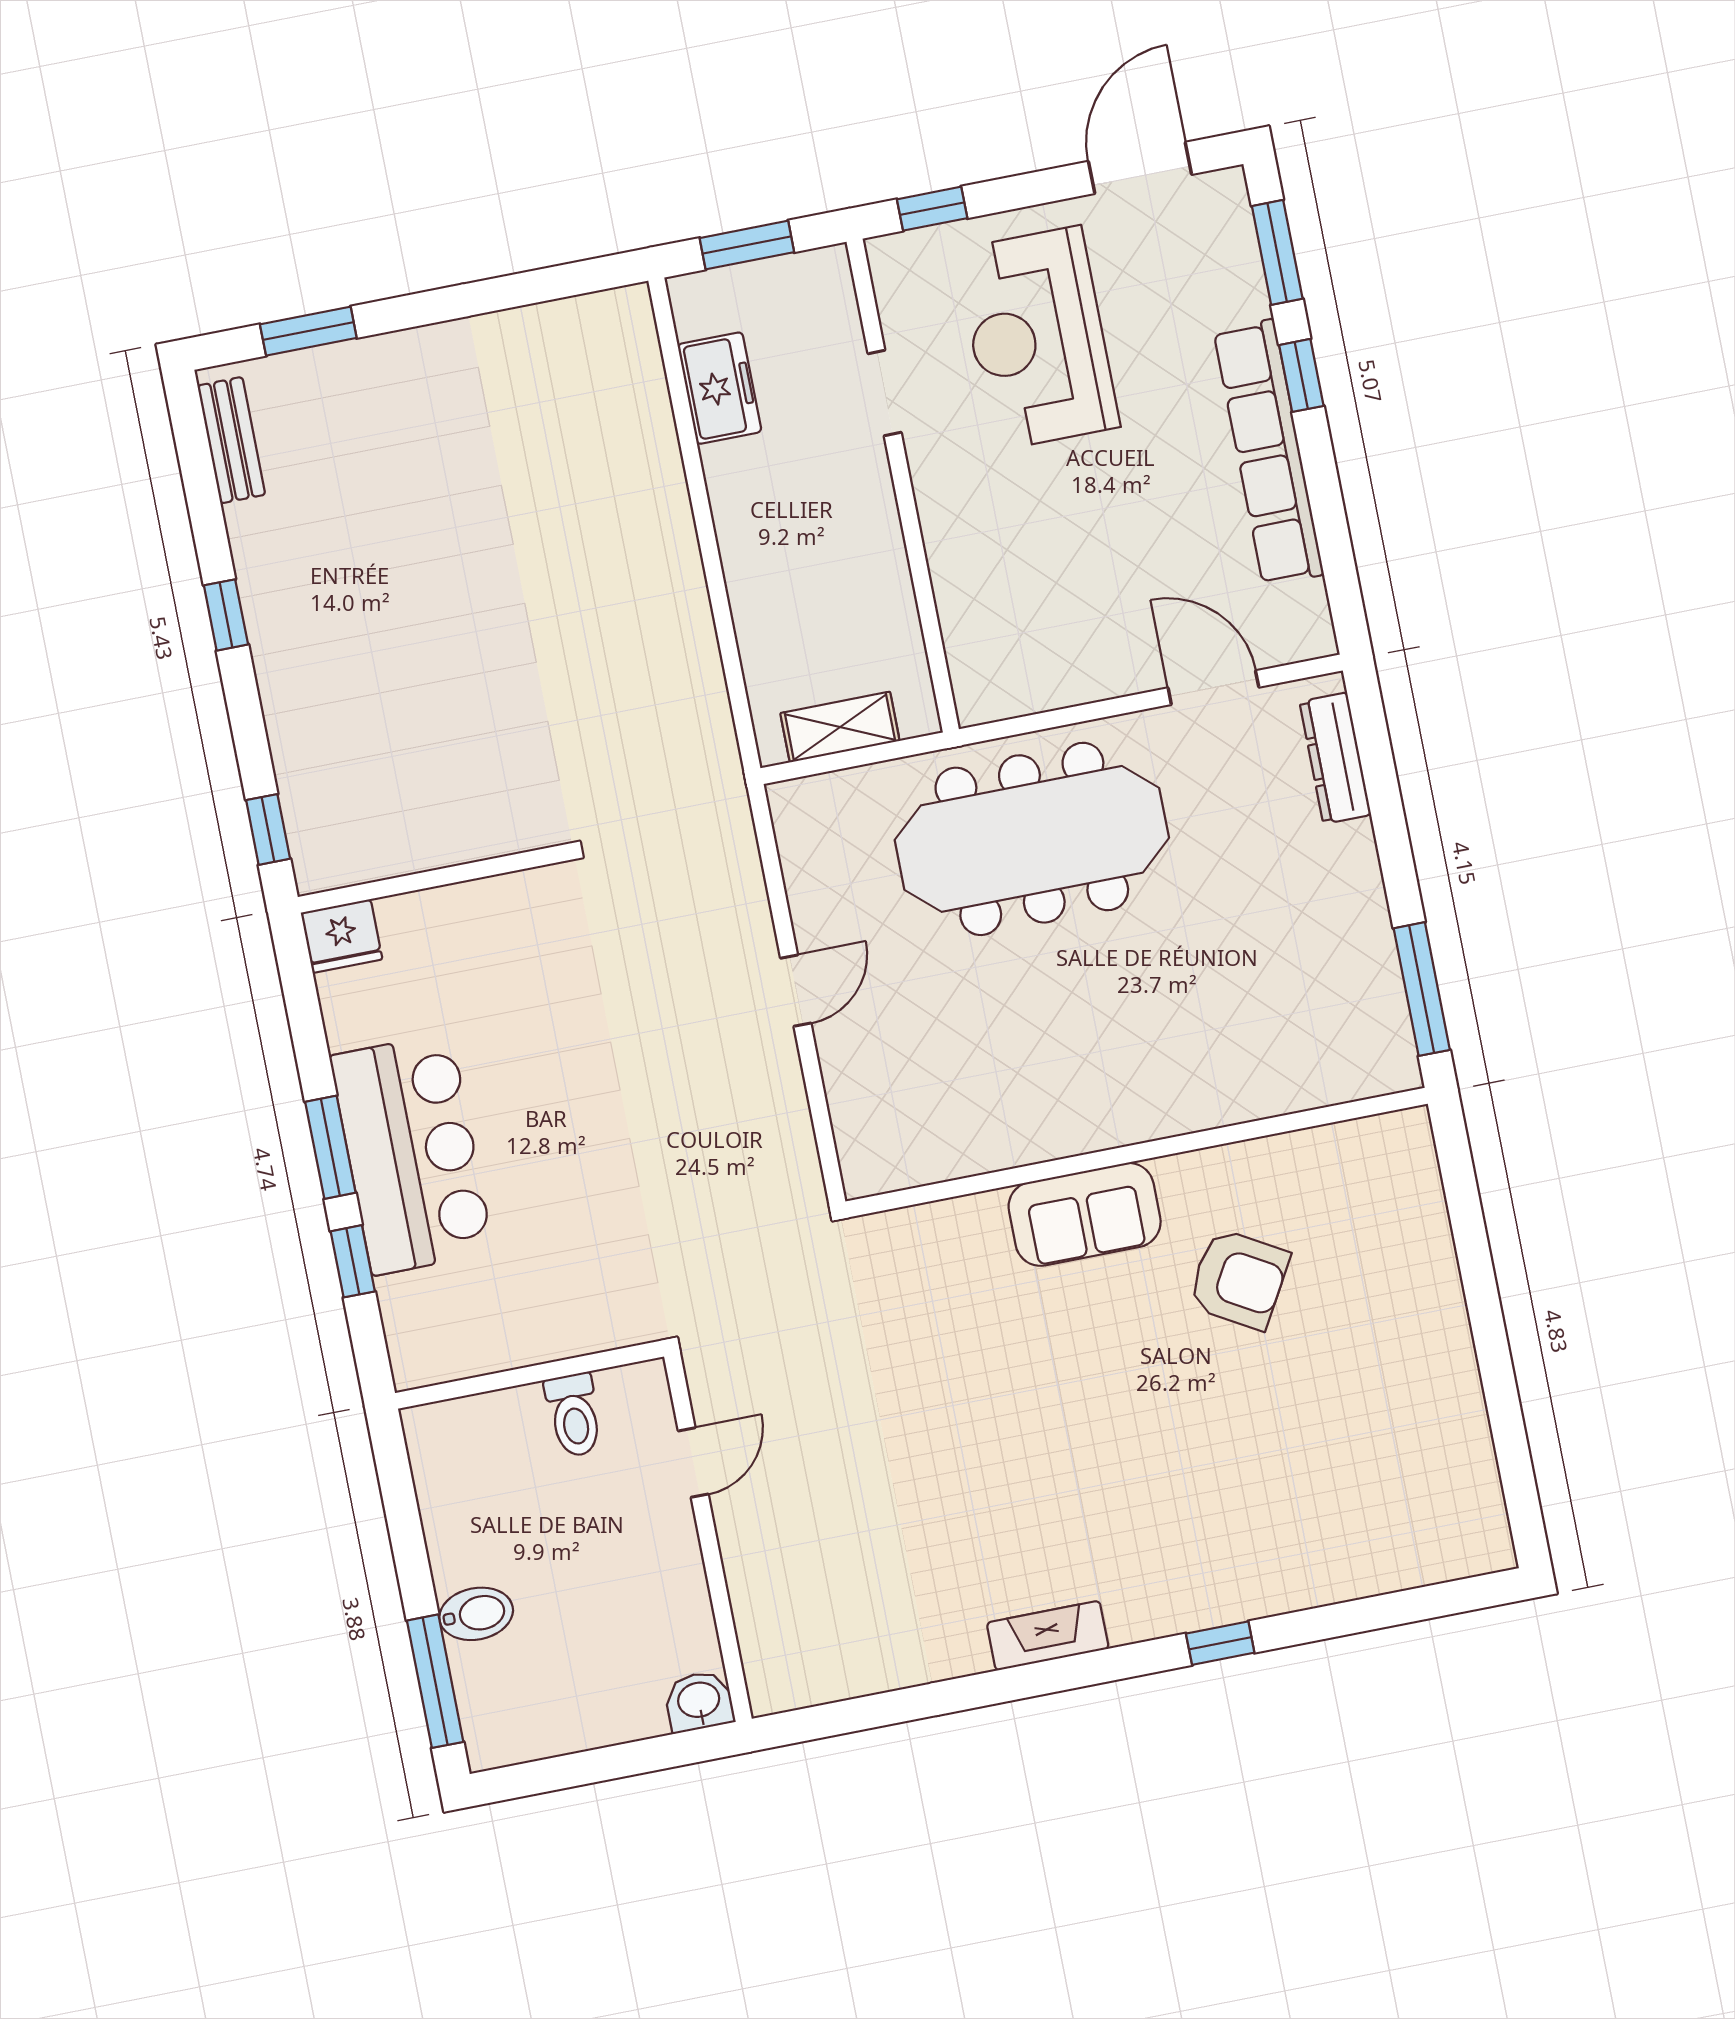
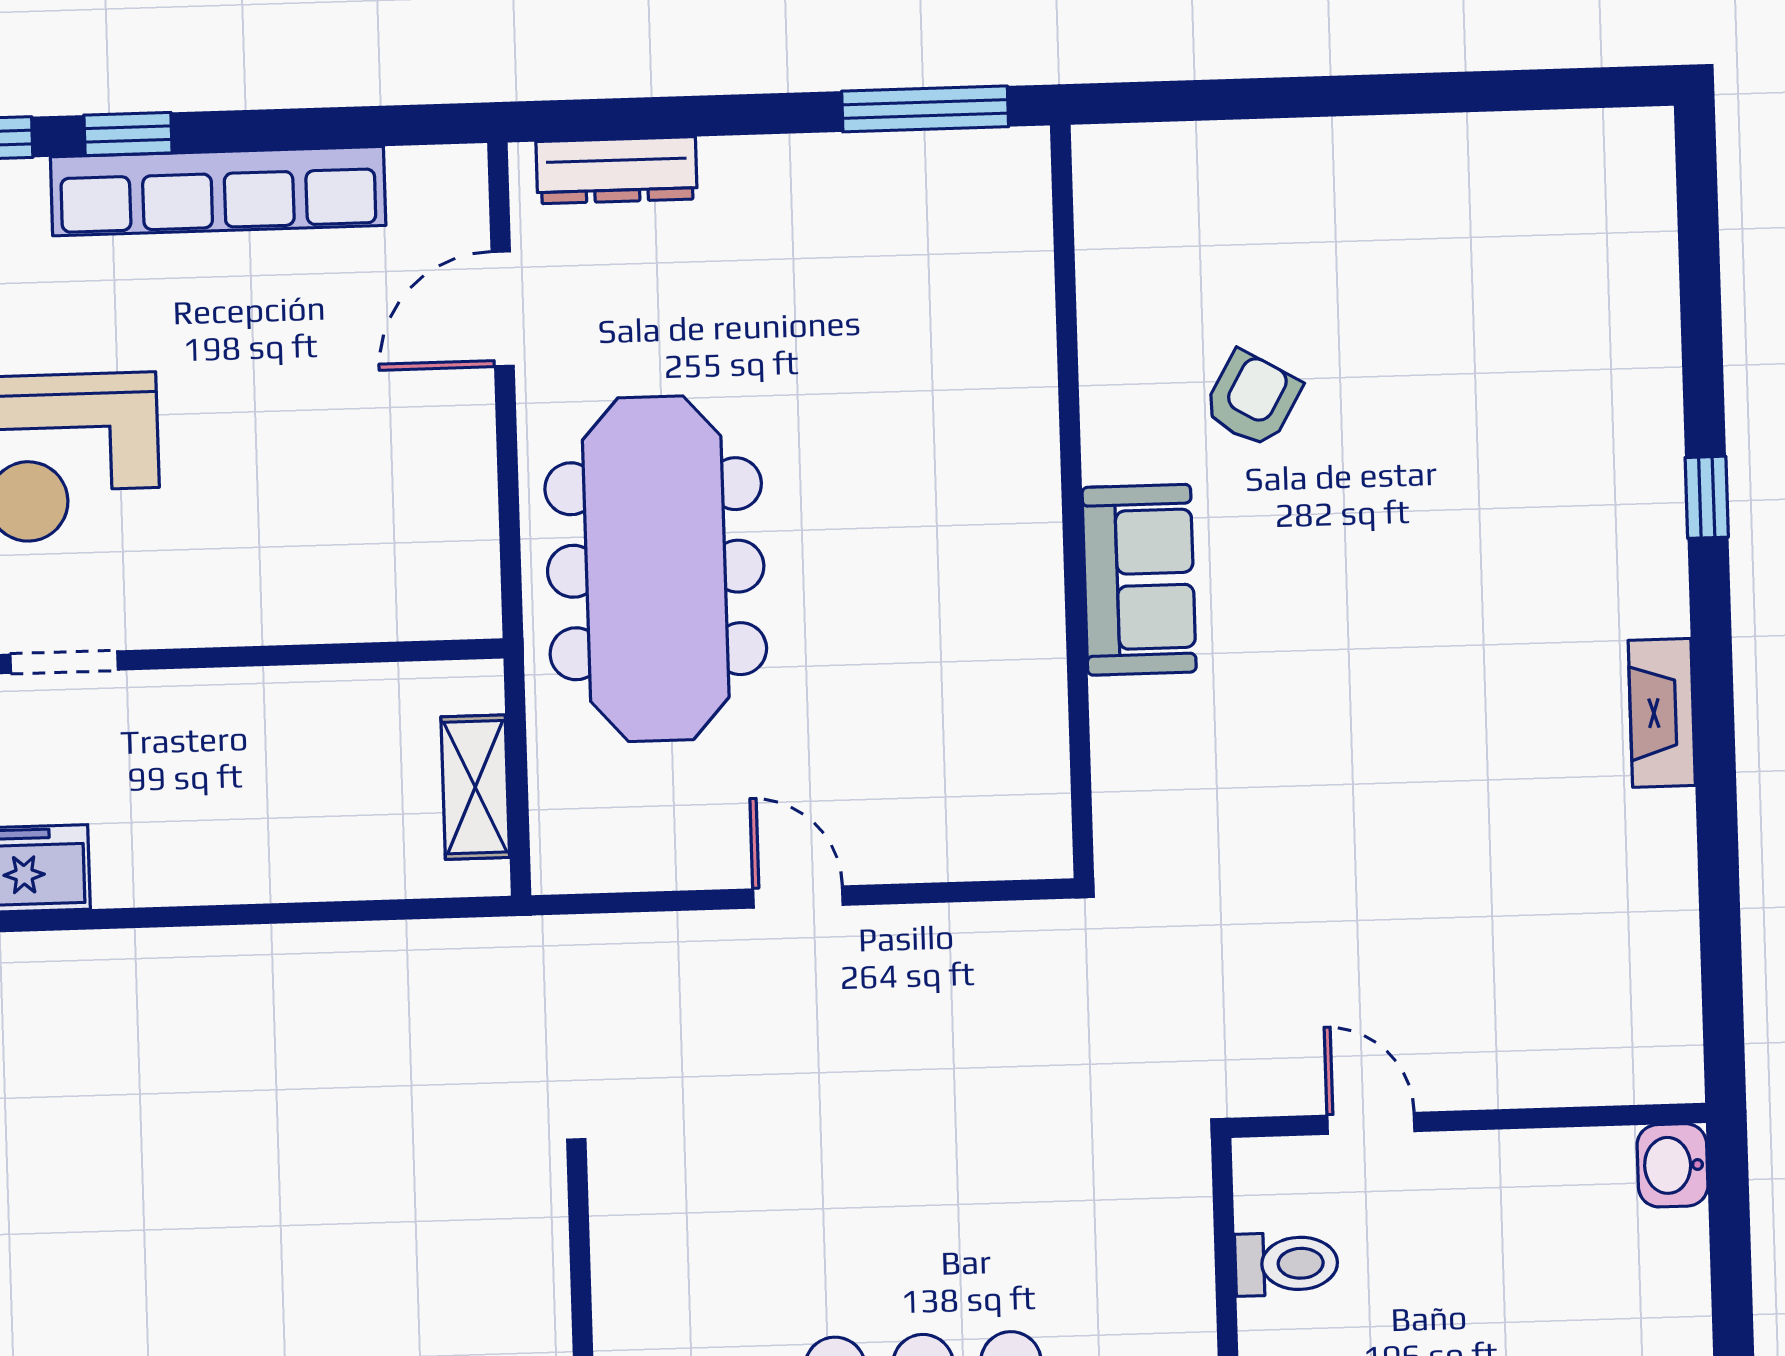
armchair: (1239, 1279) -> (1252, 399), width x0.72, depth x0.72

